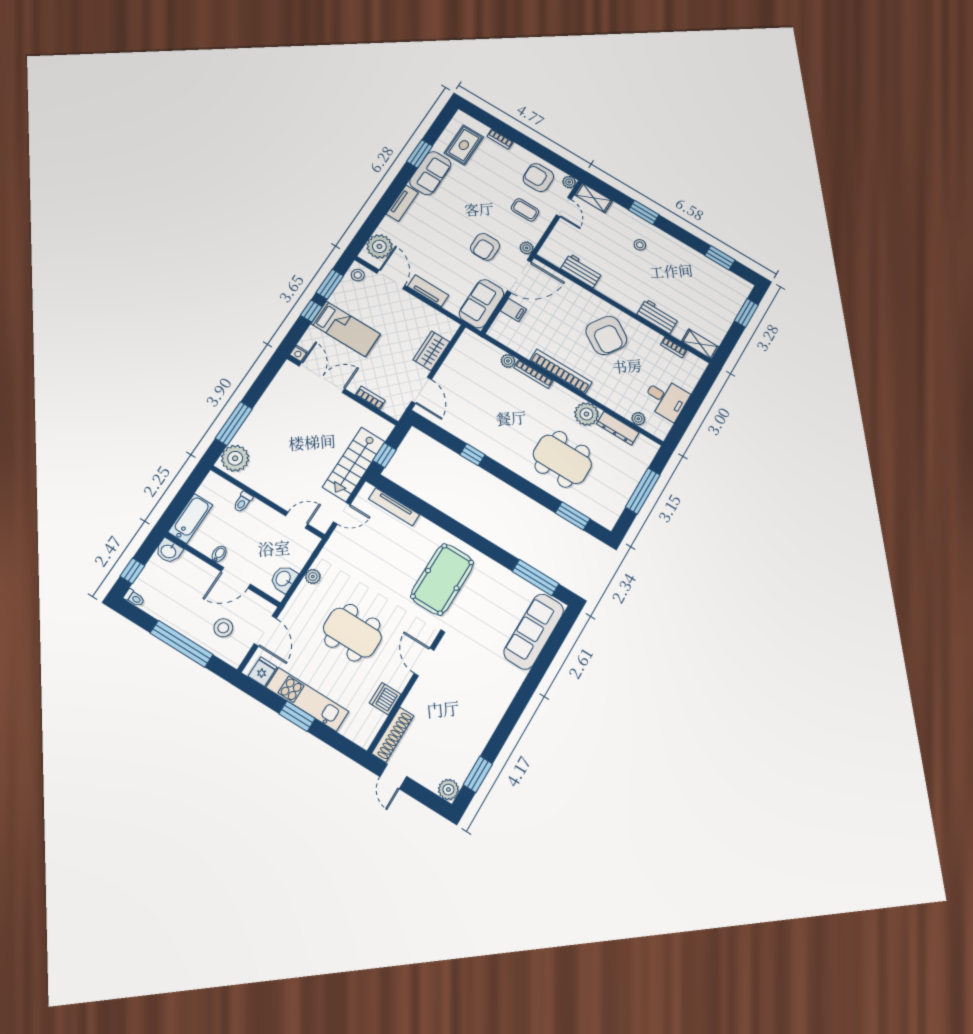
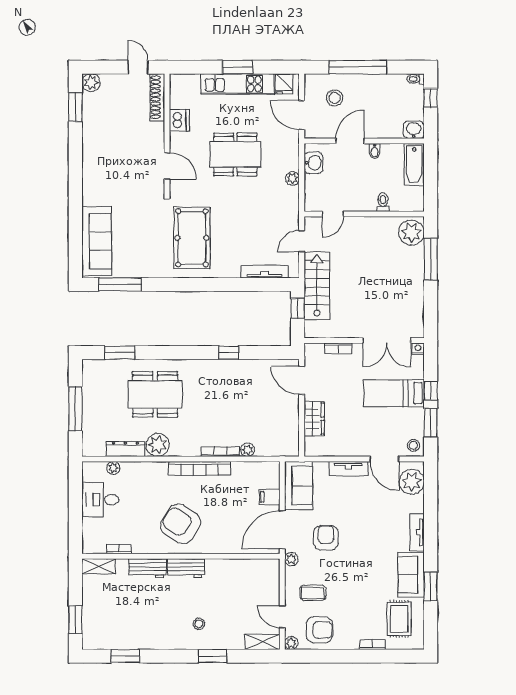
workbench: (581, 271) -> (186, 568), moved

